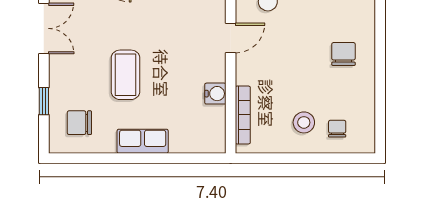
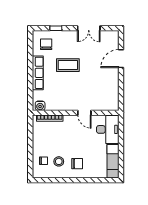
water cooler: (215, 94) -> (40, 106), moved
stool: (304, 122) -> (59, 161), moved
row of seats: (143, 141) -> (38, 73), width x1.48

